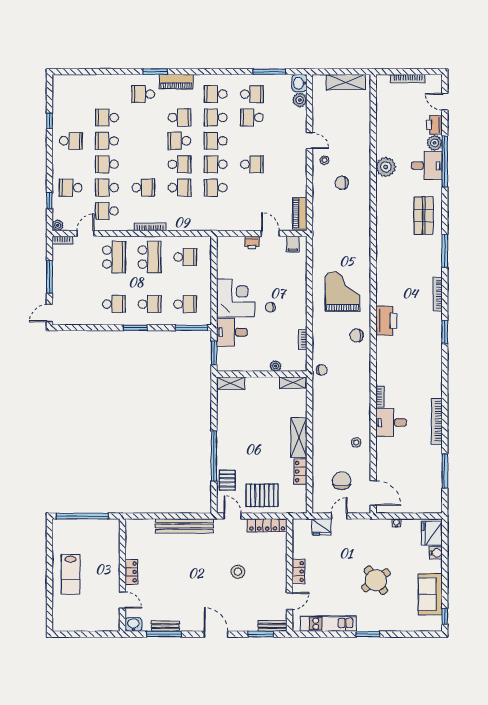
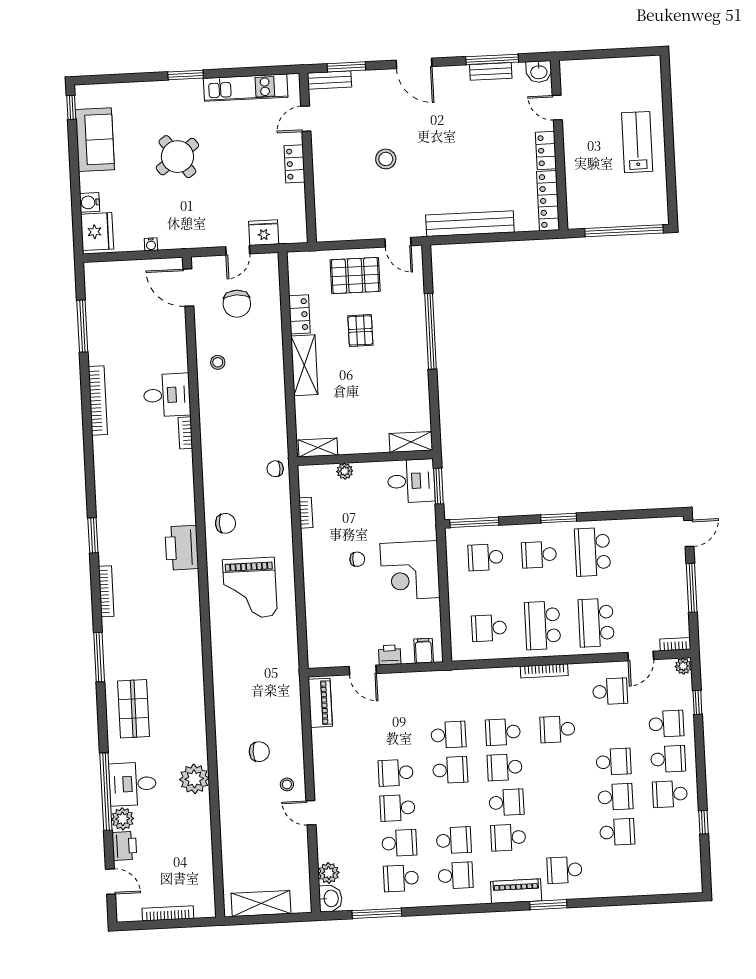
school desk: (143, 94) -> (564, 870), turned 180
school desk: (216, 141) -> (397, 808), moved, turned 180
school desk: (107, 188) -> (668, 759), moved
filing cabinet: (293, 244) -> (424, 651), moved
school desk: (114, 304) -> (593, 552), width x1.85
desk: (232, 332) -> (411, 481), moved
pallet: (227, 480) -> (360, 330), moved
locker: (267, 525) -> (548, 201), moved, turned -90

